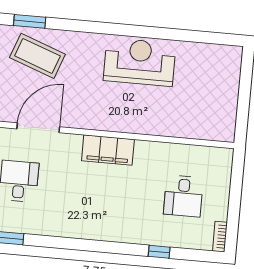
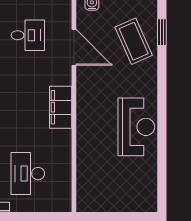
coffee table: (37, 56) -> (134, 41), turned -44
desk: (183, 196) -> (28, 174), width x1.37

